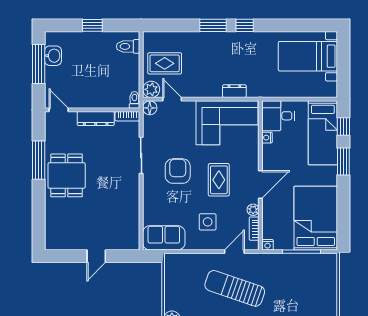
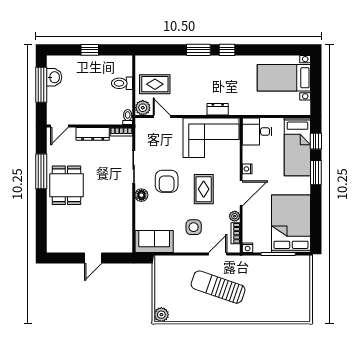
toilet: (128, 46) -> (122, 83), moved
floor lamp: (150, 108) -> (141, 195), moved
door: (59, 110) -> (59, 126), swing flipped
nightstand: (267, 138) -> (247, 169), moved
armchair: (178, 171) -> (167, 181), turned 180

